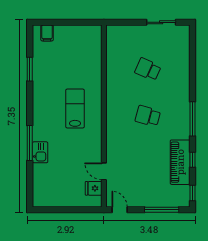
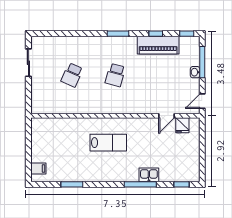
lab bench: (75, 108) -> (108, 143), turned 180
window: (192, 119) -> (118, 34), width x0.69
window: (30, 187) -> (182, 184), added
washbasin: (151, 202) -> (195, 72), added

